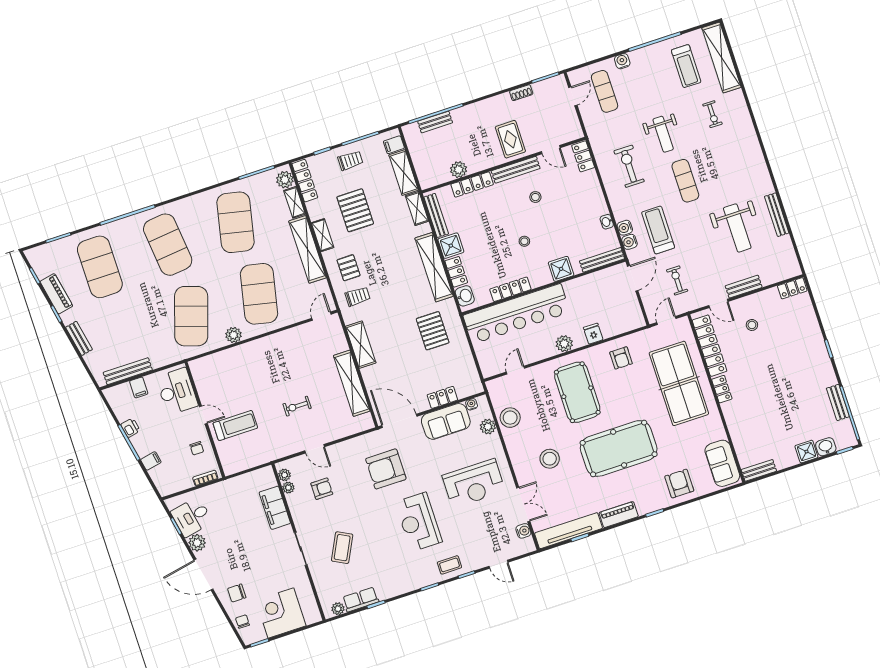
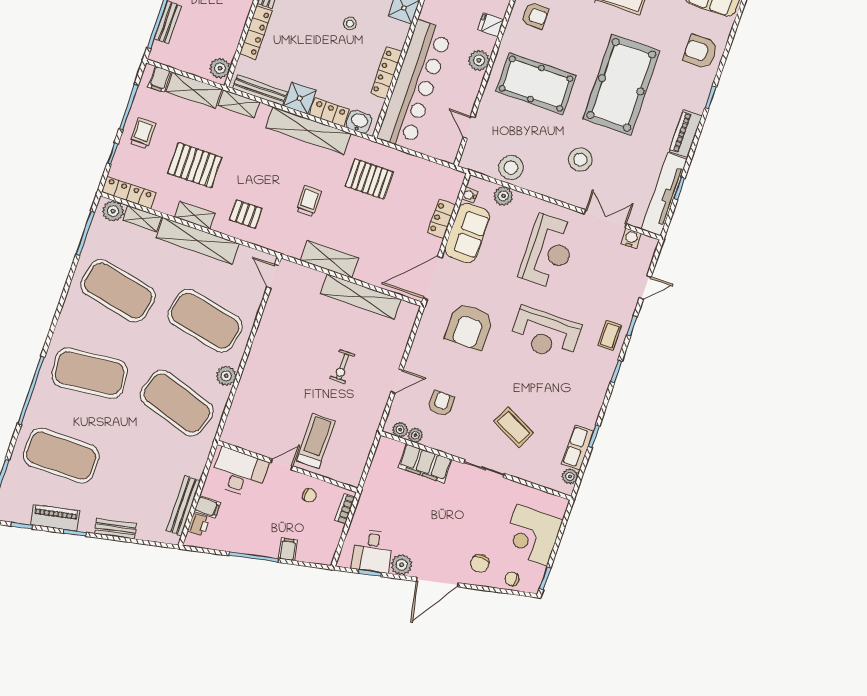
plant: (459, 170) -> (220, 68), moved
trolley: (357, 296) -> (309, 201), moved
printer: (130, 428) -> (199, 525), moved, turned 101

